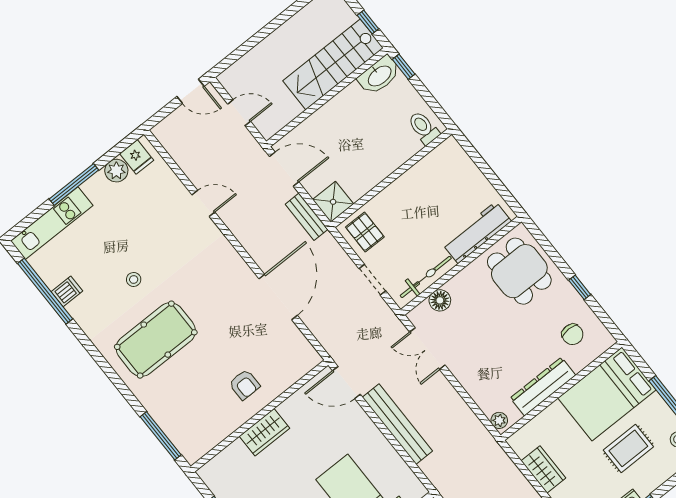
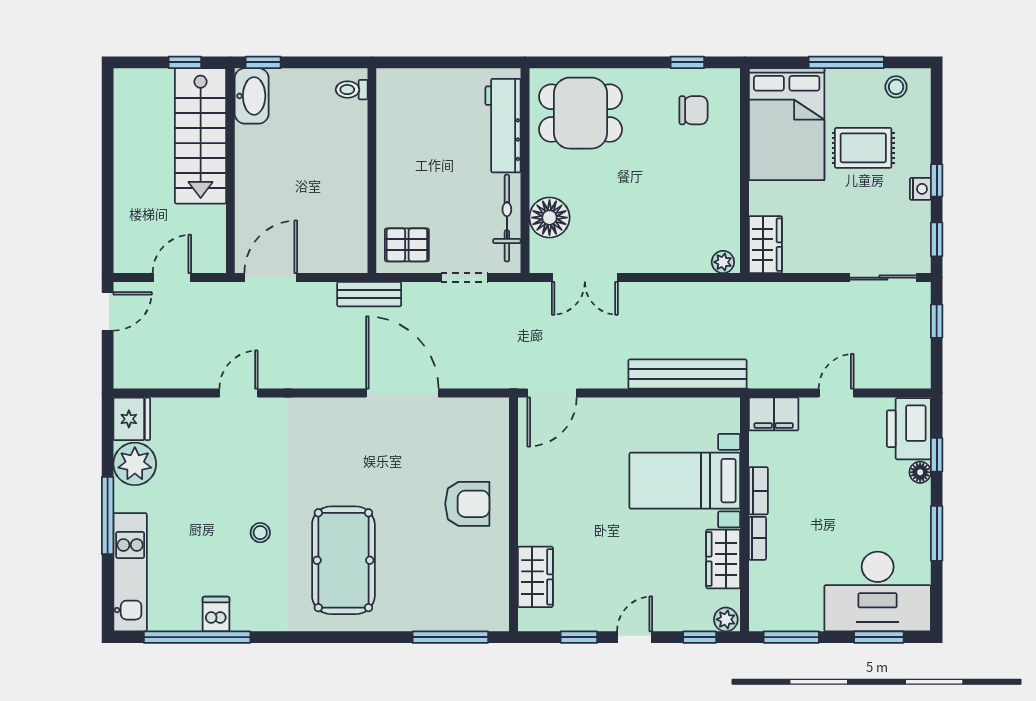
toilet: (424, 128) -> (352, 90), width x0.73, depth x0.72
fridge: (137, 157) -> (132, 419), width x1.38
plant: (116, 171) -> (135, 464), width x1.36, depth x1.36
shower: (333, 202) -> (347, 253), removed
bench: (307, 217) -> (369, 294), moved
window: (580, 287) -> (687, 62), moved
floor lamp: (440, 300) -> (549, 218), width x1.38, depth x1.38
armchair: (244, 385) -> (467, 504), width x1.38, depth x1.38
dresser: (543, 387) -> (724, 186), removed
bench: (397, 424) -> (687, 374), moved
wardrobe: (264, 432) -> (535, 577), moved
rug: (628, 448) -> (863, 148), turned 90
wardrobe: (543, 469) -> (765, 245), moved, turned 90

